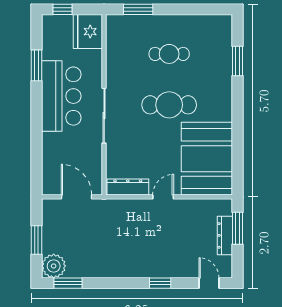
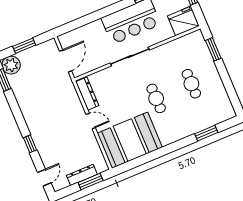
cafe table: (169, 105) -> (156, 98), width x0.73, depth x0.74

